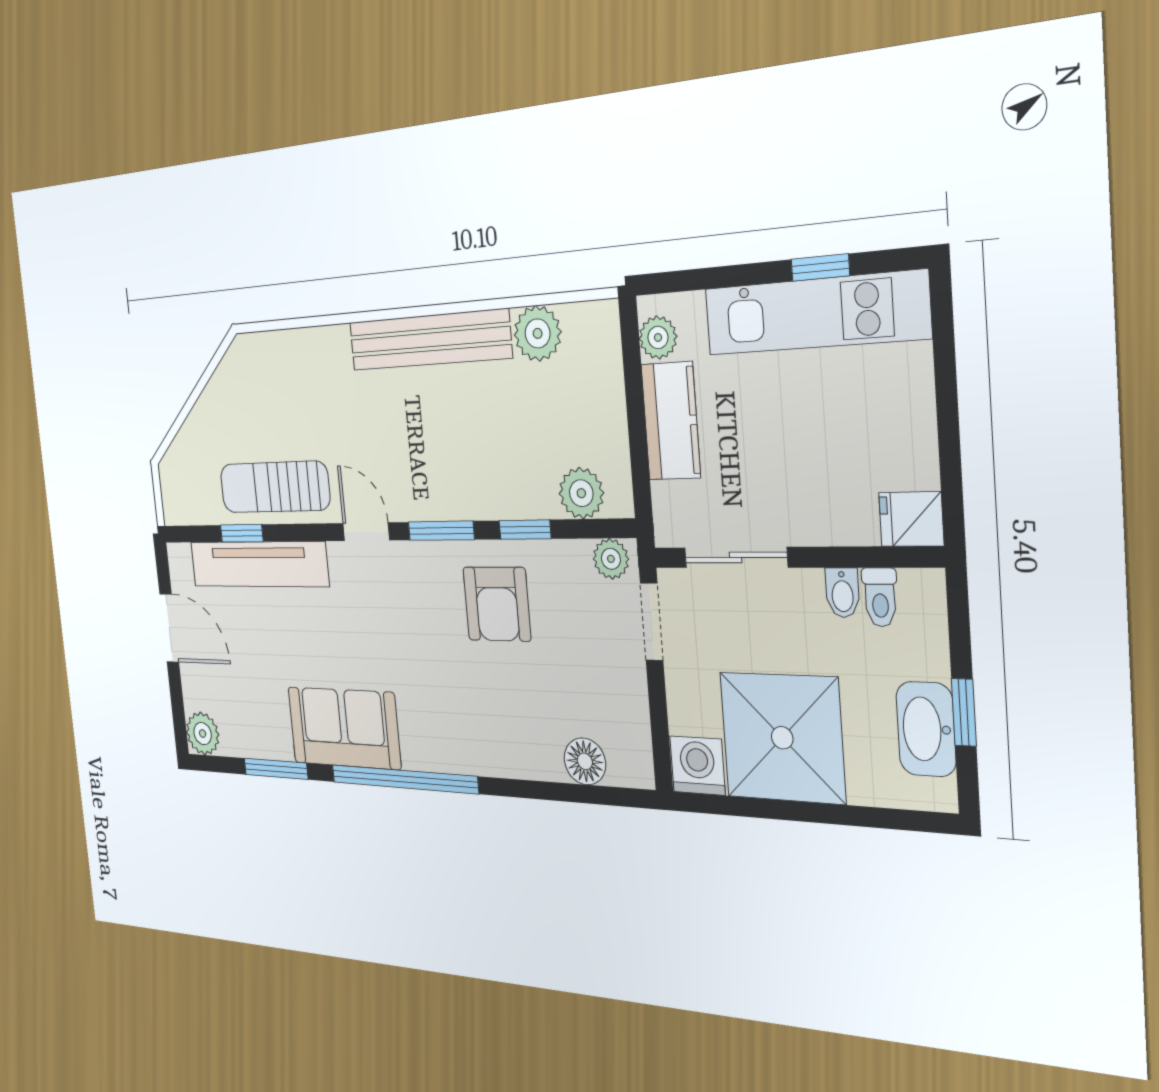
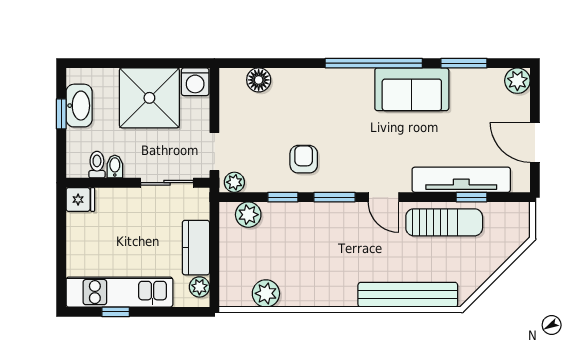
bench: (429, 340) -> (408, 295), moved
armchair: (497, 604) -> (304, 159), width x0.72, depth x0.72

